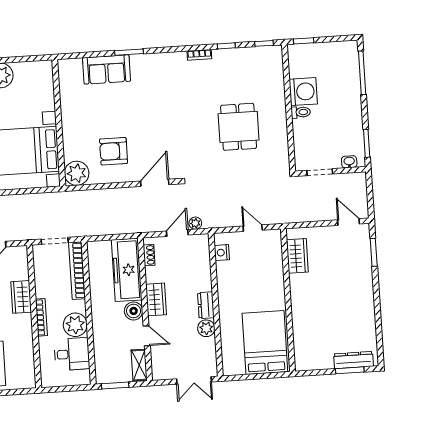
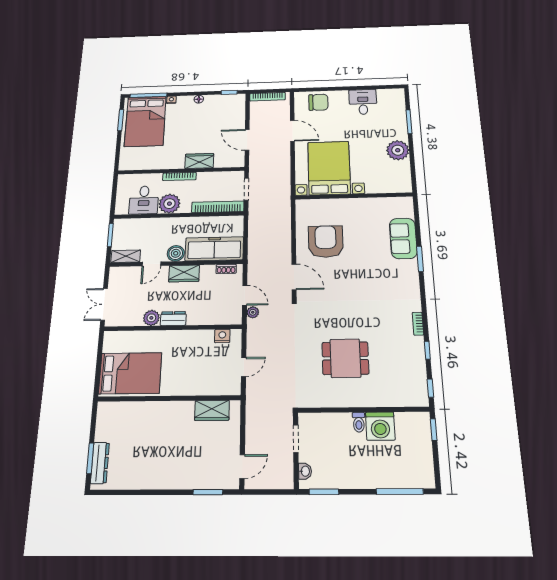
armchair: (114, 151) -> (326, 242), width x1.36, depth x1.36
plant: (77, 173) -> (307, 209), removed

